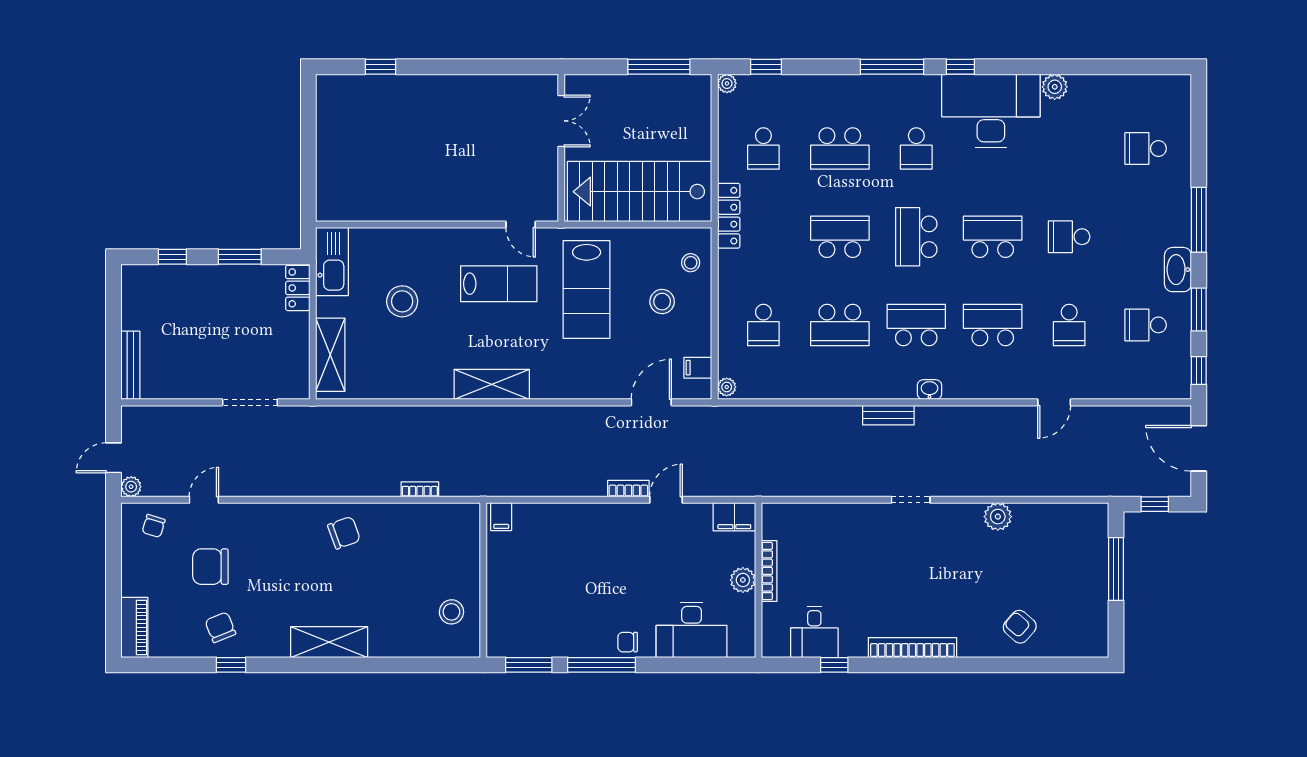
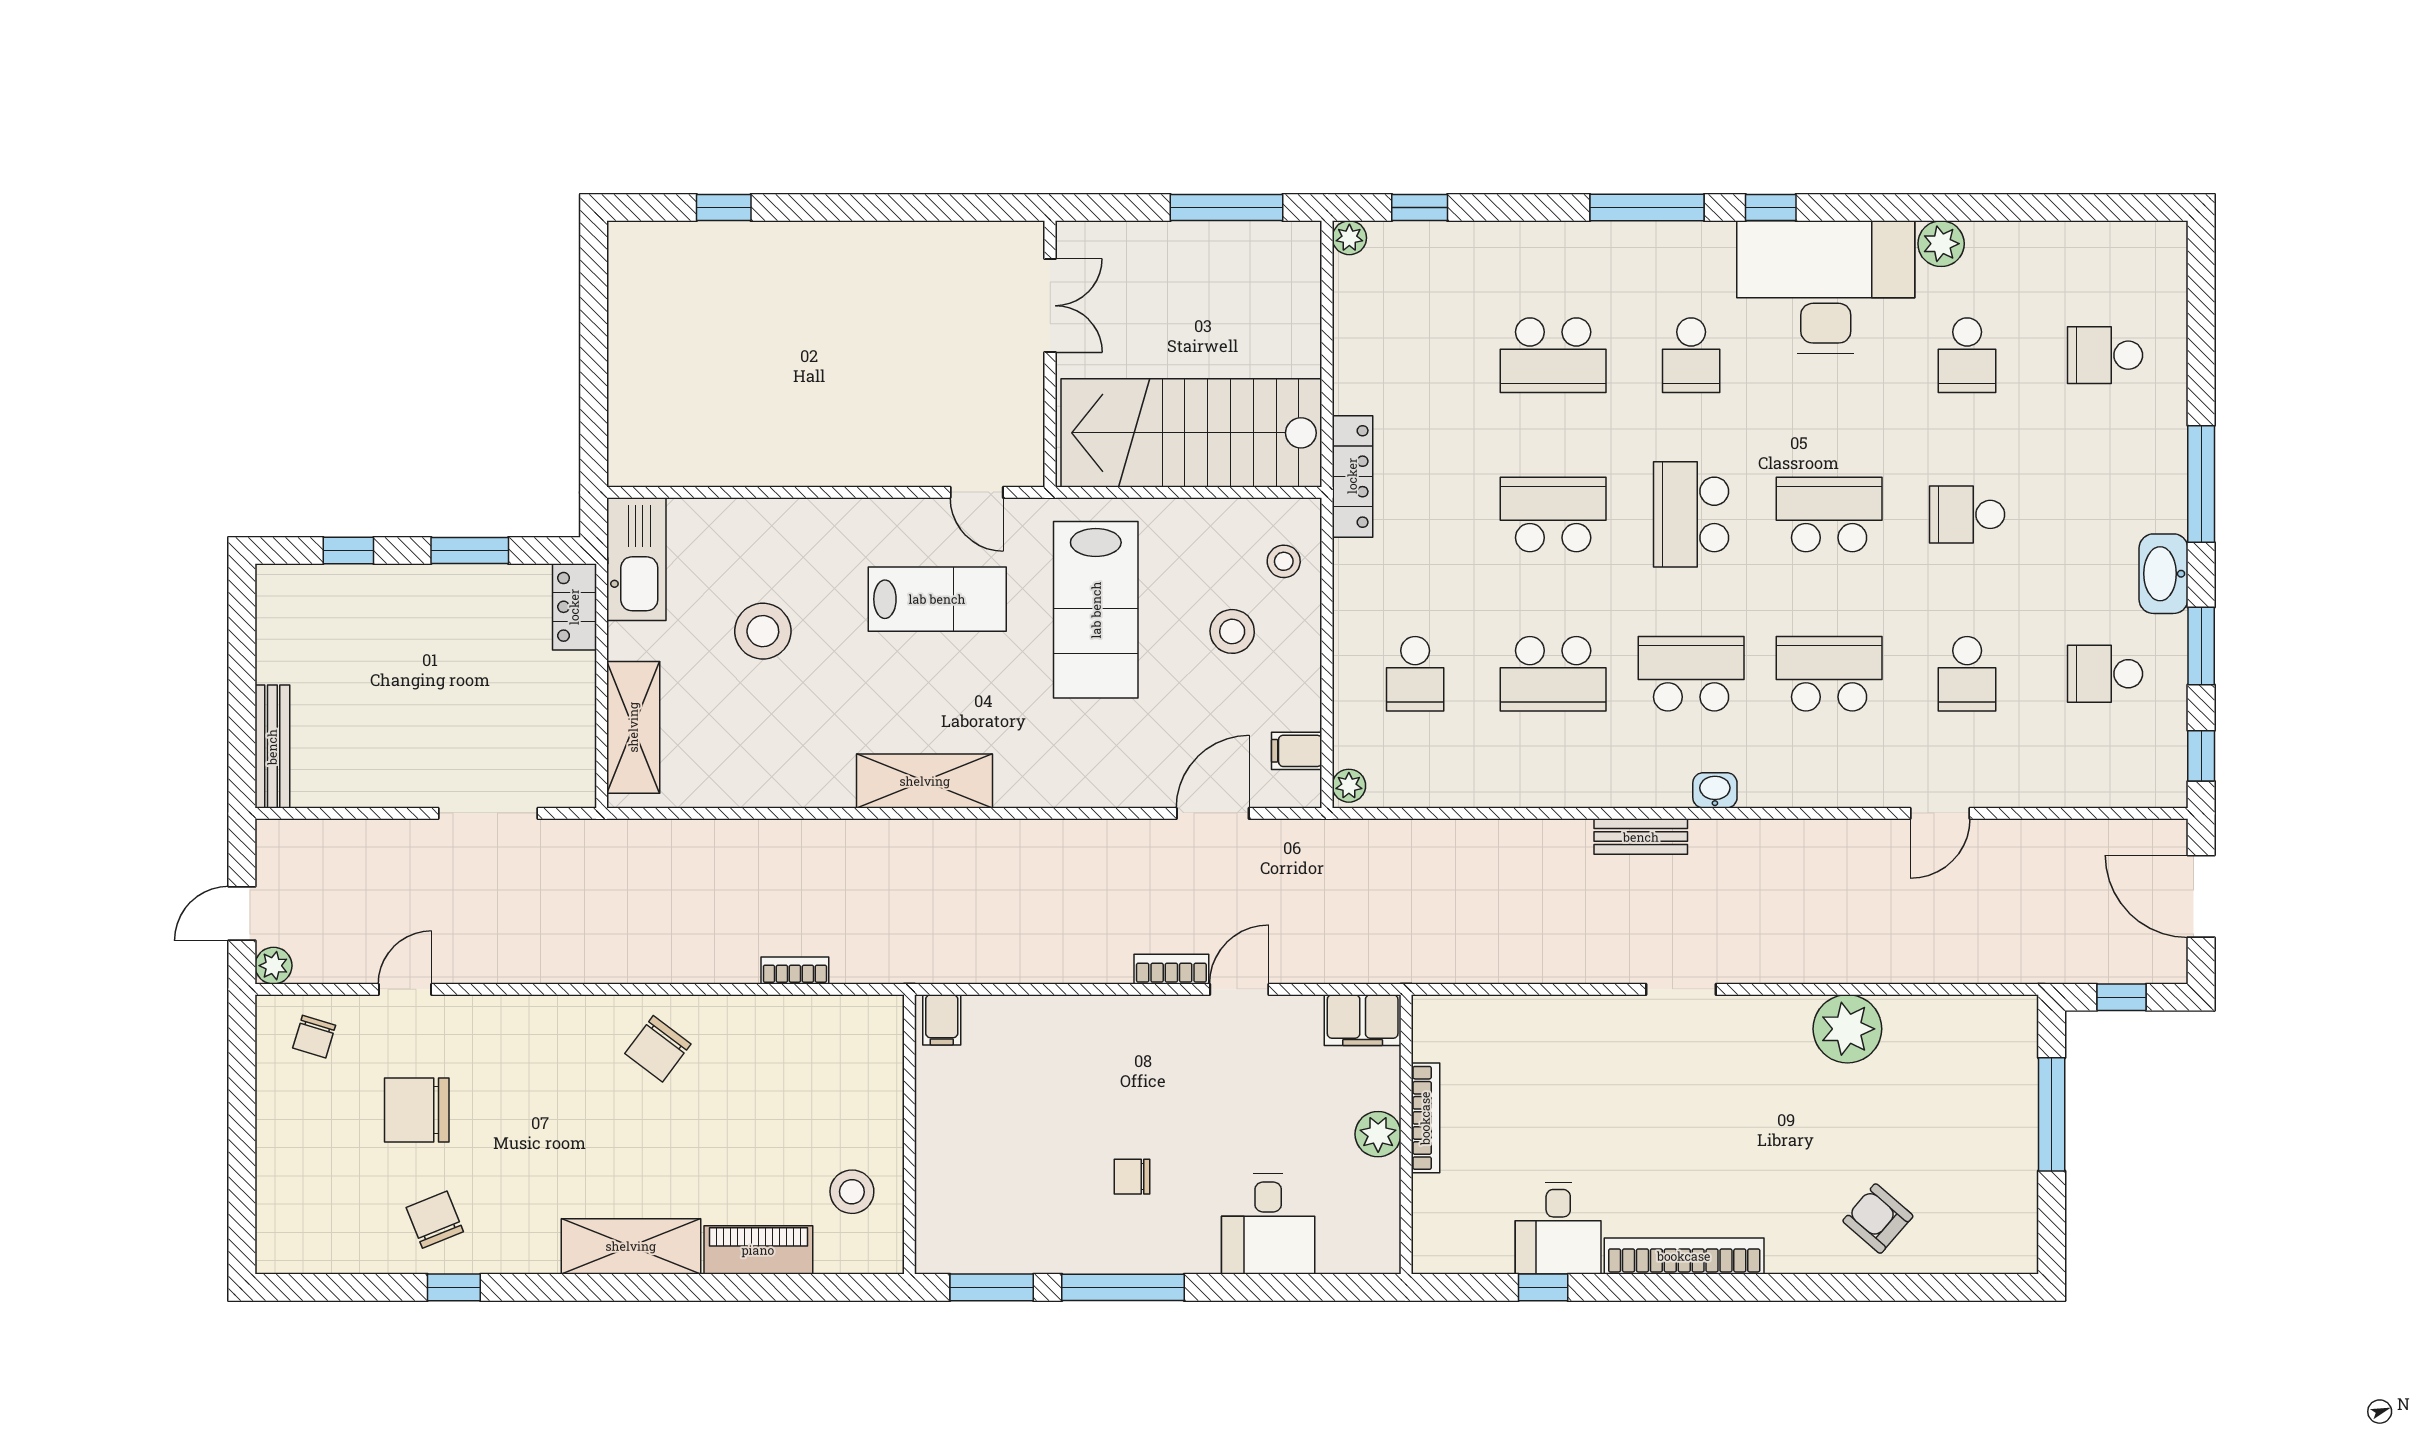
school desk: (763, 149) -> (1967, 355), moved
plant: (998, 517) -> (1847, 1029), width x1.36, depth x1.36
chair: (344, 533) -> (658, 1049), turned 147
piano: (134, 627) -> (758, 1250), moved, turned -90
desk: (692, 630) -> (1268, 1224), width x0.73
desk: (814, 632) -> (1558, 1228), moved
chair: (628, 642) -> (1132, 1177), moved

